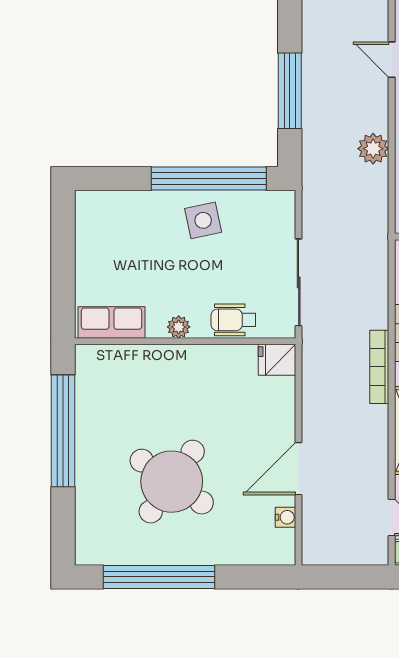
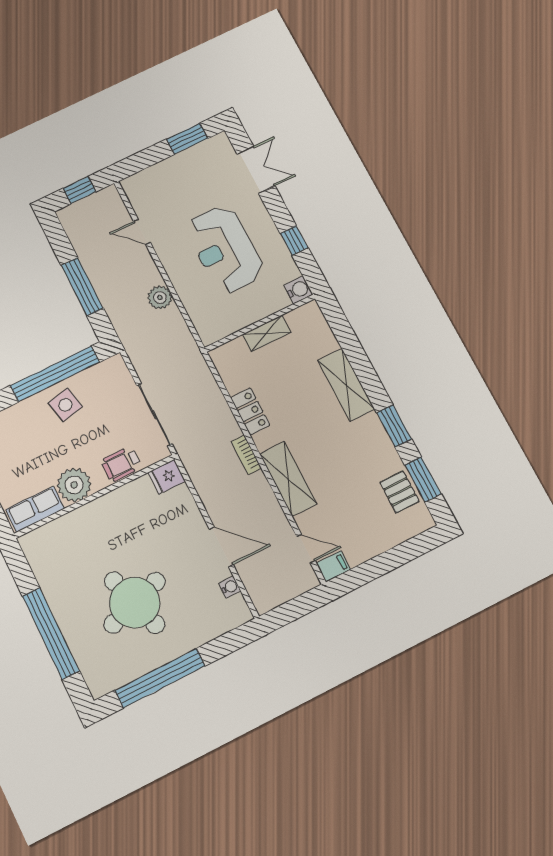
plant: (179, 327) -> (74, 485), width x1.88, depth x1.88
bookcase: (379, 367) -> (246, 455), width x0.64
window: (63, 431) -> (51, 633), moved
door: (299, 469) -> (221, 547), swing flipped
round table: (172, 482) -> (135, 603), turned 37

